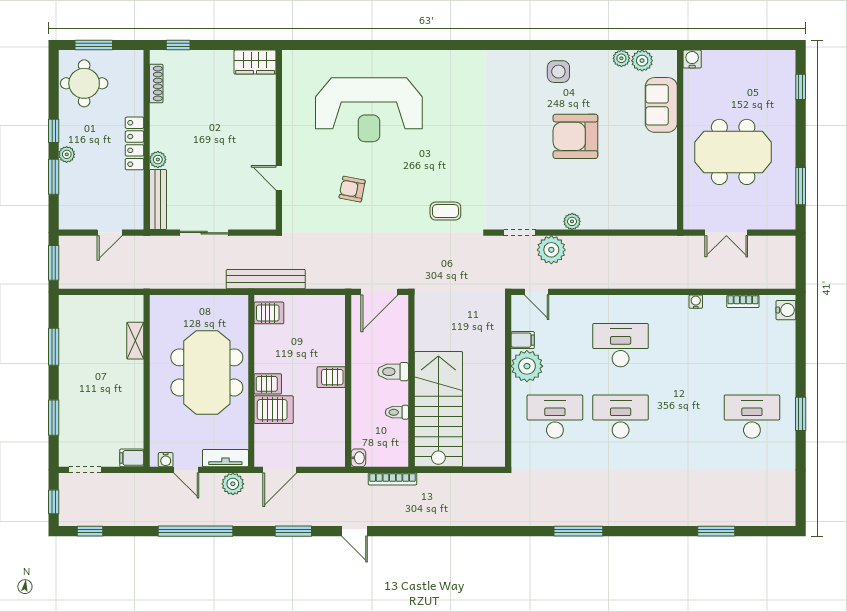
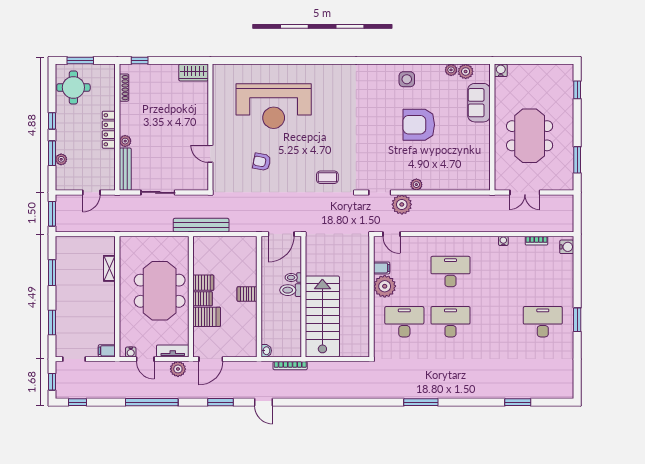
meeting table: (733, 152) -> (530, 136), turned 90
plant: (67, 154) -> (61, 159), moved
server rack: (269, 313) -> (203, 283), moved
toilet: (397, 412) -> (293, 278), moved

